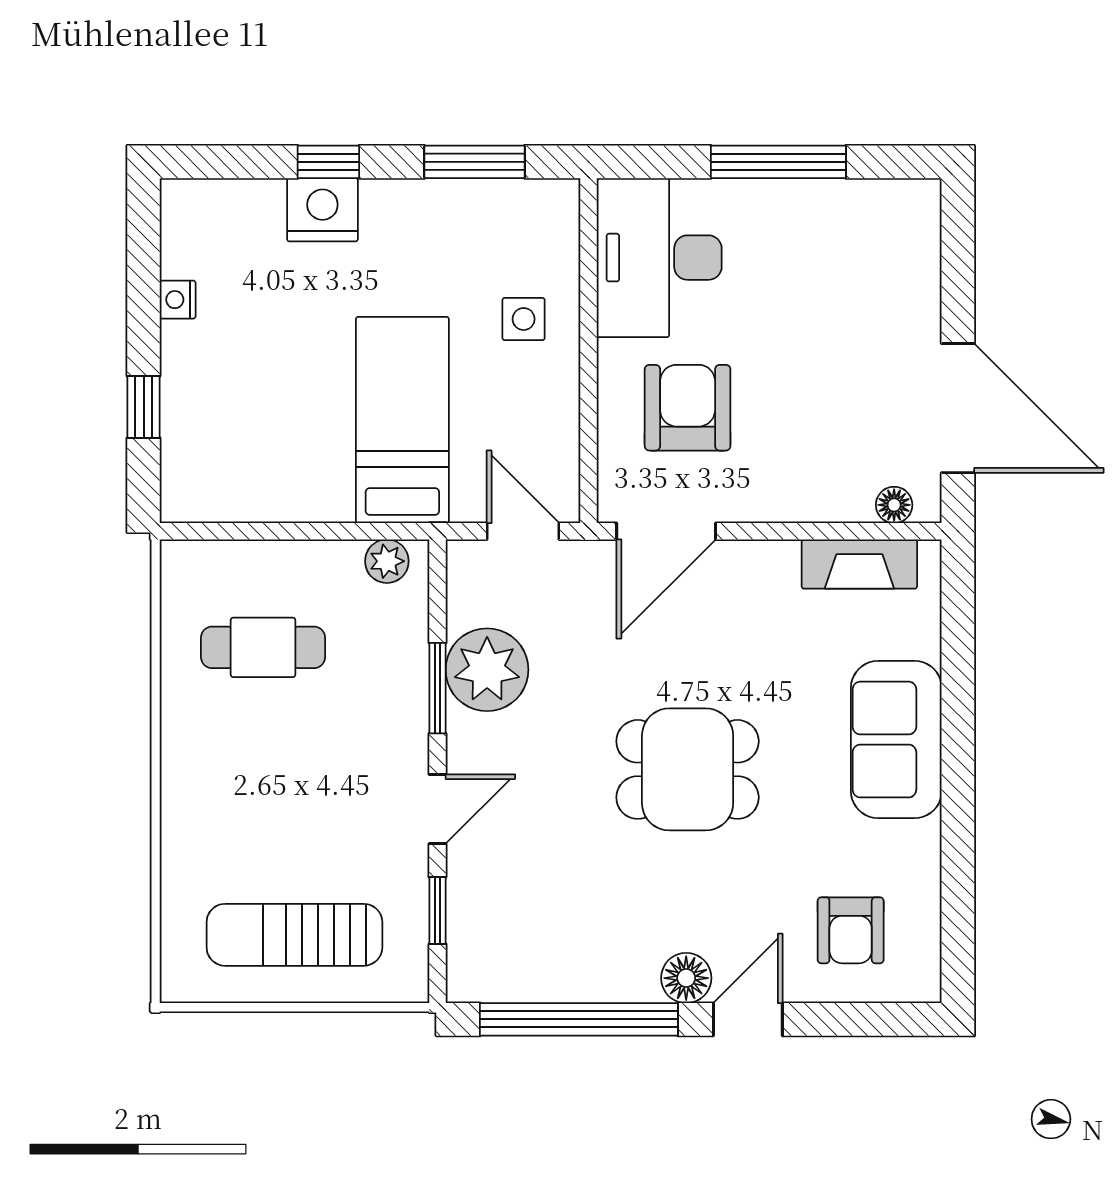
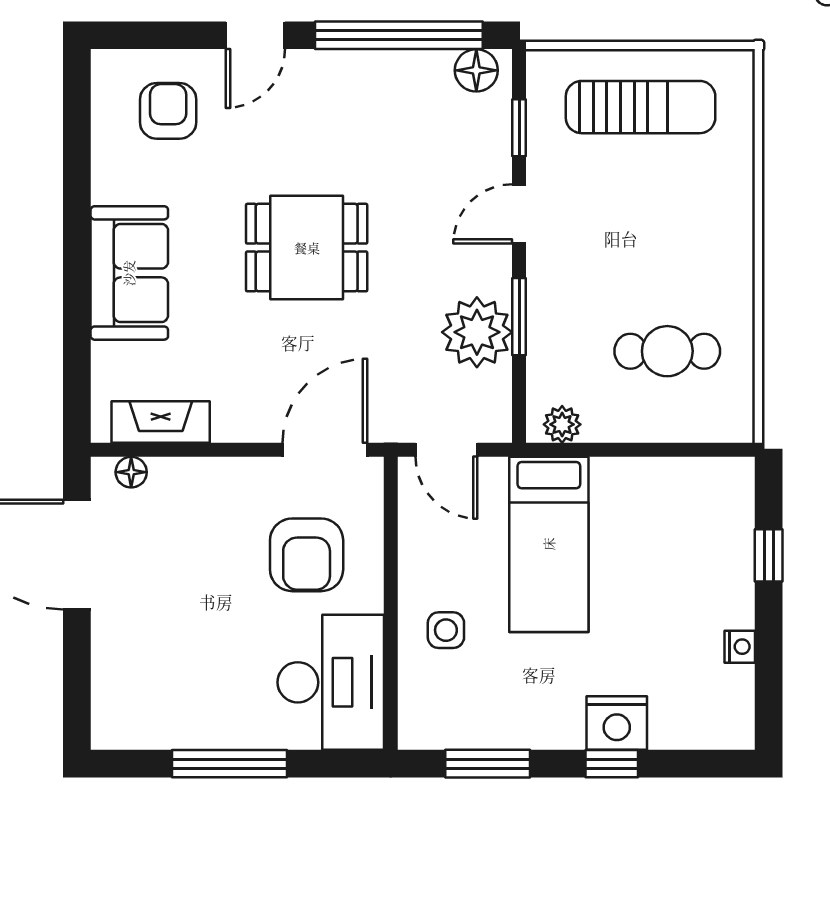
floor lamp: (686, 978) -> (476, 70), moved

